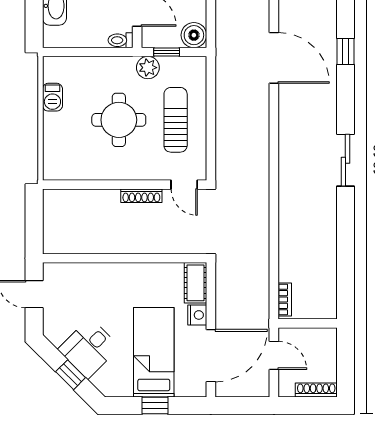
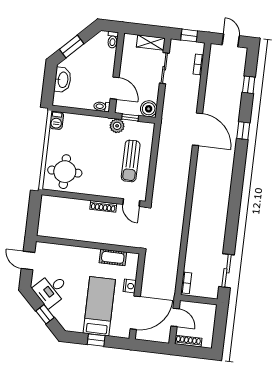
barbecue: (52, 97) -> (57, 120), moved
round table: (119, 120) -> (65, 172), moved
sun lounger: (176, 120) -> (131, 161), turned 180
sliding door: (345, 160) -> (227, 271), moved
cot: (196, 283) -> (113, 257), moved, turned 90
desk: (89, 348) -> (51, 290), moved
shoe rack: (316, 390) -> (188, 341), moved

